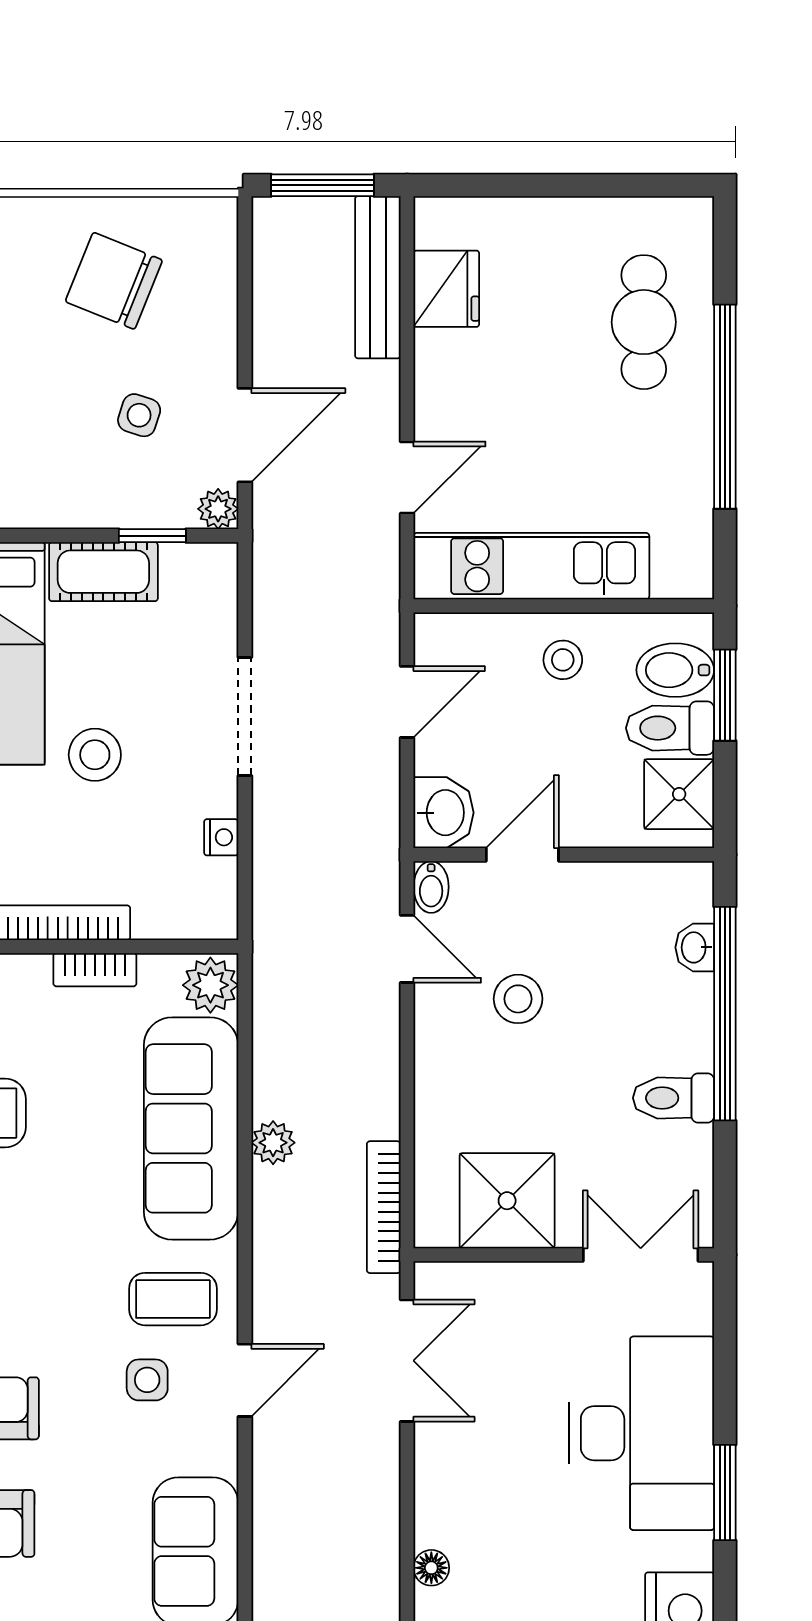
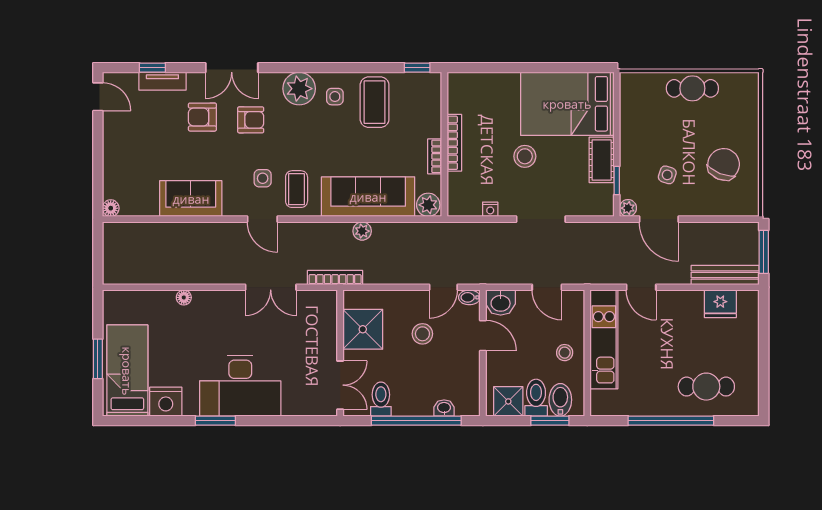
shower: (507, 1201) -> (363, 329), moved
wall: (564, 1255) -> (340, 353), moved
double door: (641, 1255) -> (340, 385), moved

